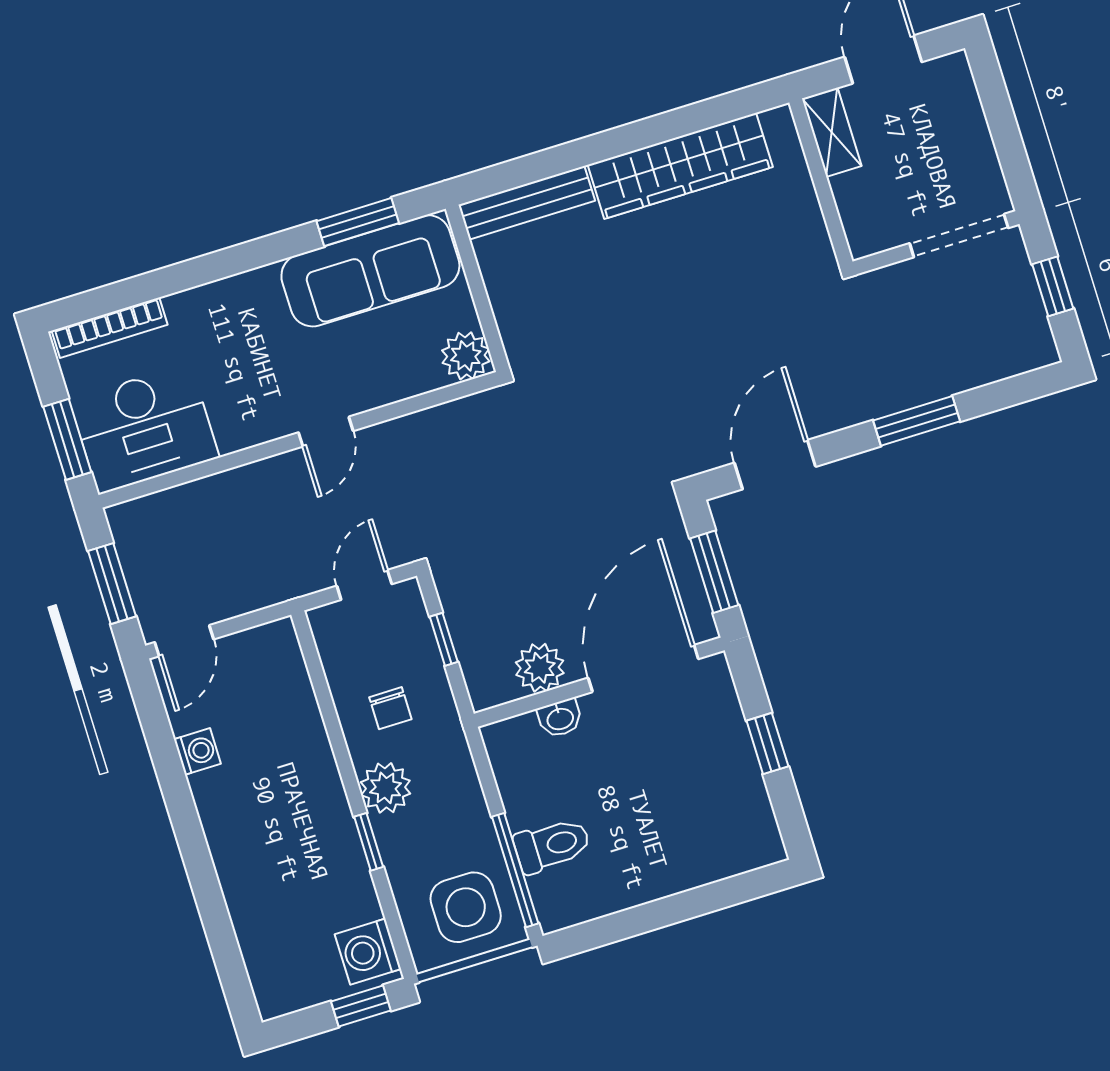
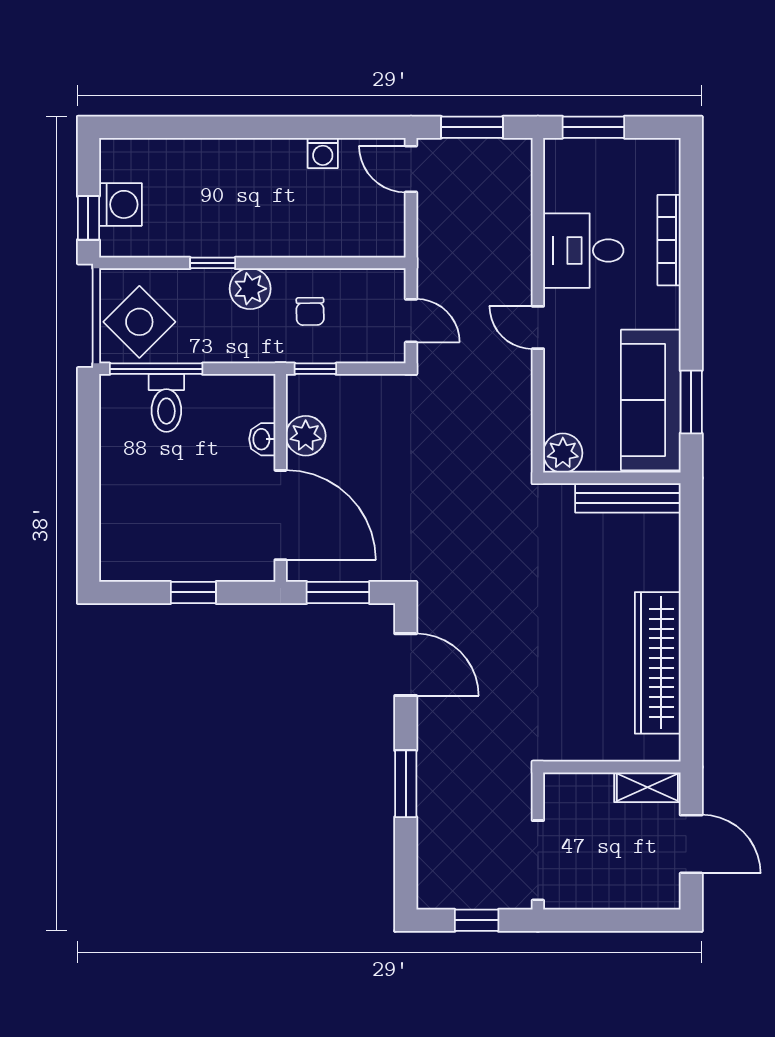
bench: (527, 203) -> (628, 498), moved, turned 90
bookcase: (110, 328) -> (669, 240), moved
desk: (144, 429) -> (583, 251), moved, width x0.73
window: (444, 639) -> (315, 369), moved
chair: (390, 708) -> (310, 311), turned -91
side table: (466, 907) -> (139, 322), turned 45
washing machine: (368, 952) -> (120, 204), moved, turned 90

